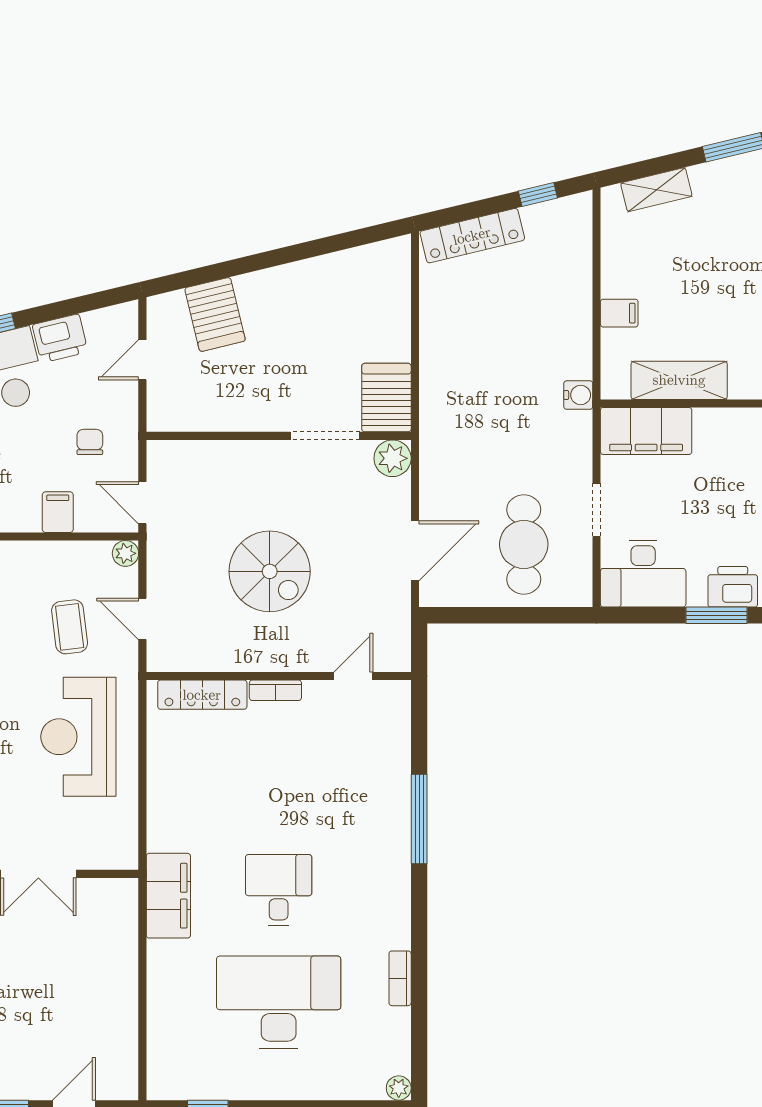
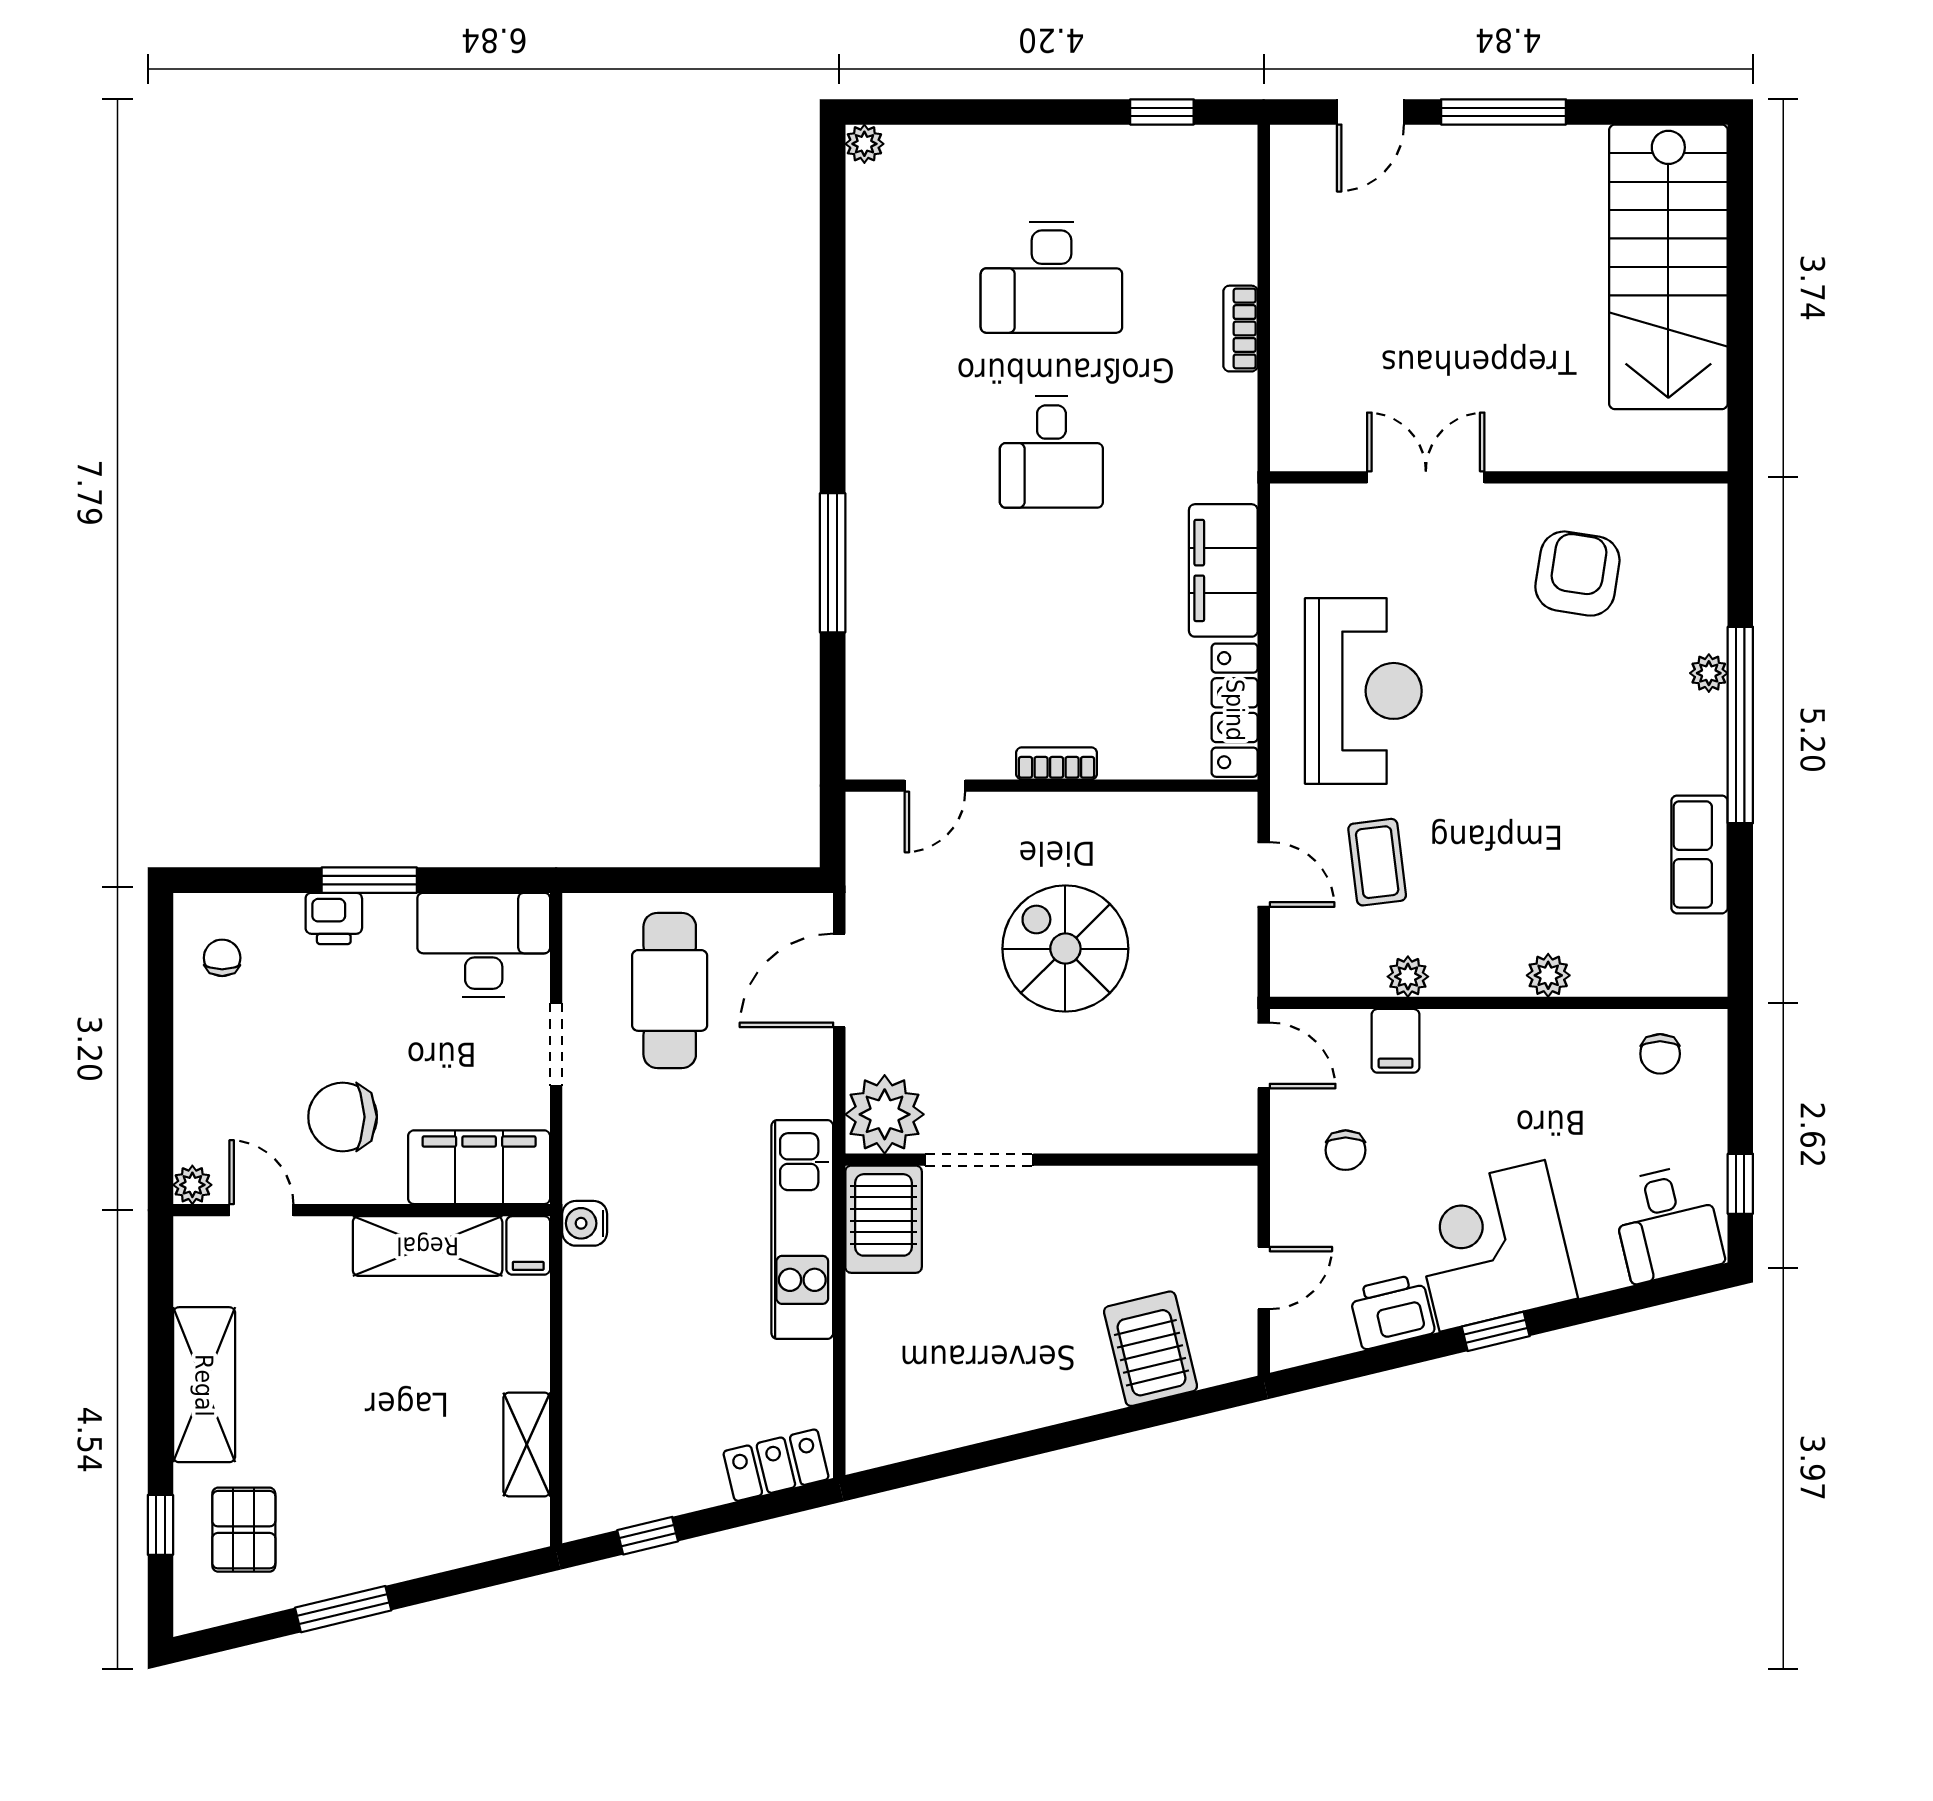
shelving: (656, 190) -> (527, 1444), moved, turned -76
locker: (472, 236) -> (776, 1465), width x0.66
filing cabinet: (619, 313) -> (528, 1245), moved, turned -90
kitchen unit: (439, 391) -> (802, 1230), added
plant: (393, 458) -> (885, 1114), width x1.36, depth x1.36
chair: (734, 463) -> (343, 1117), added
plant: (125, 553) -> (1408, 977), moved
printer: (733, 587) -> (334, 918), width x0.73, depth x0.81
locker: (202, 695) -> (1235, 710), moved, turned -90
filing cabinet: (168, 896) -> (1223, 570), moved
bookcase: (400, 978) -> (1241, 329), moved, turned 180
desk: (279, 1002) -> (1051, 277), width x0.73, depth x0.77

